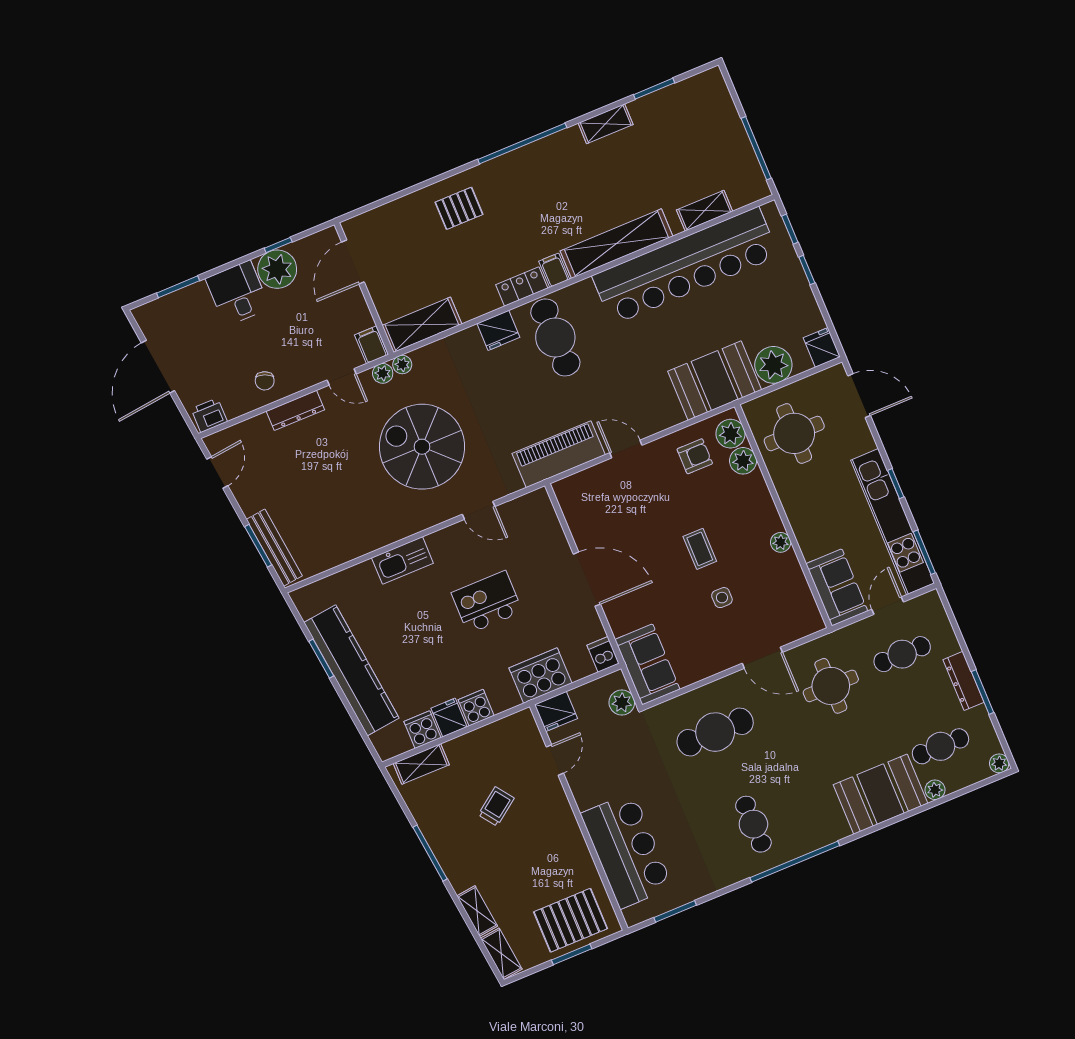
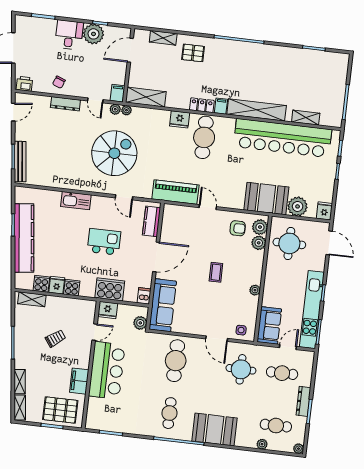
shelving: (606, 124) -> (163, 38), moved
spiral stairs: (422, 447) -> (114, 153), turned 90
kitchen counter: (546, 525) -> (152, 221), added
door: (587, 579) -> (156, 257), hinge flipped
side table: (722, 598) -> (241, 330), moved
sofa: (647, 664) -> (163, 305), width x1.36
cafe table: (715, 732) -> (176, 361), turned 90
booth: (880, 794) -> (215, 430), moved
bar counter: (627, 850) -> (107, 370), moved
filing cabinet: (575, 855) -> (79, 381), added

